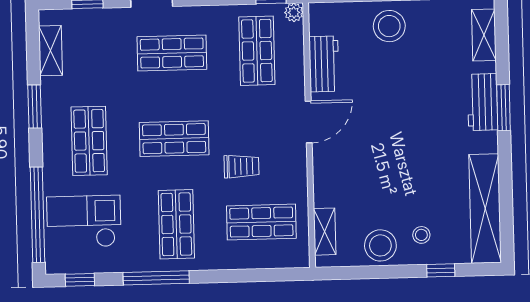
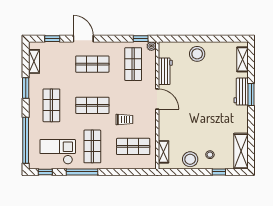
door: (309, 122) -> (157, 99), hinge flipped
shelving: (485, 209) -> (241, 151), width x0.68
checkout: (84, 222) -> (58, 152), moved

